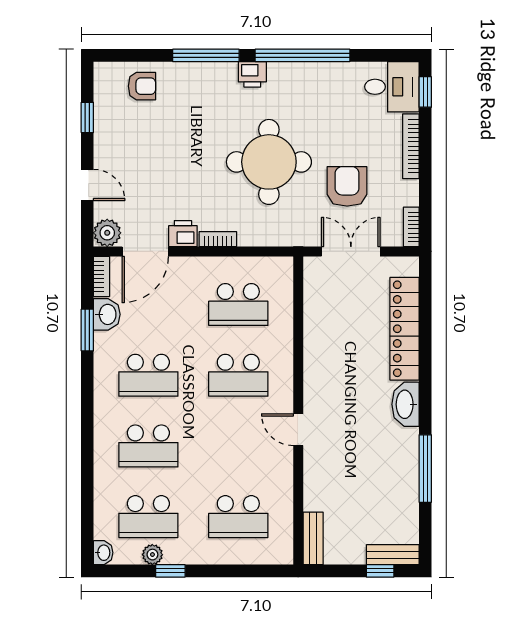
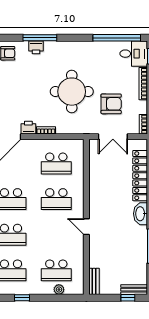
window: (302, 55) -> (117, 38), moved
printer: (252, 74) -> (36, 47), moved
armchair: (347, 186) -> (111, 104), turned 90
double door: (351, 251) -> (113, 137), swing flipped
plant: (152, 555) -> (59, 290), moved

